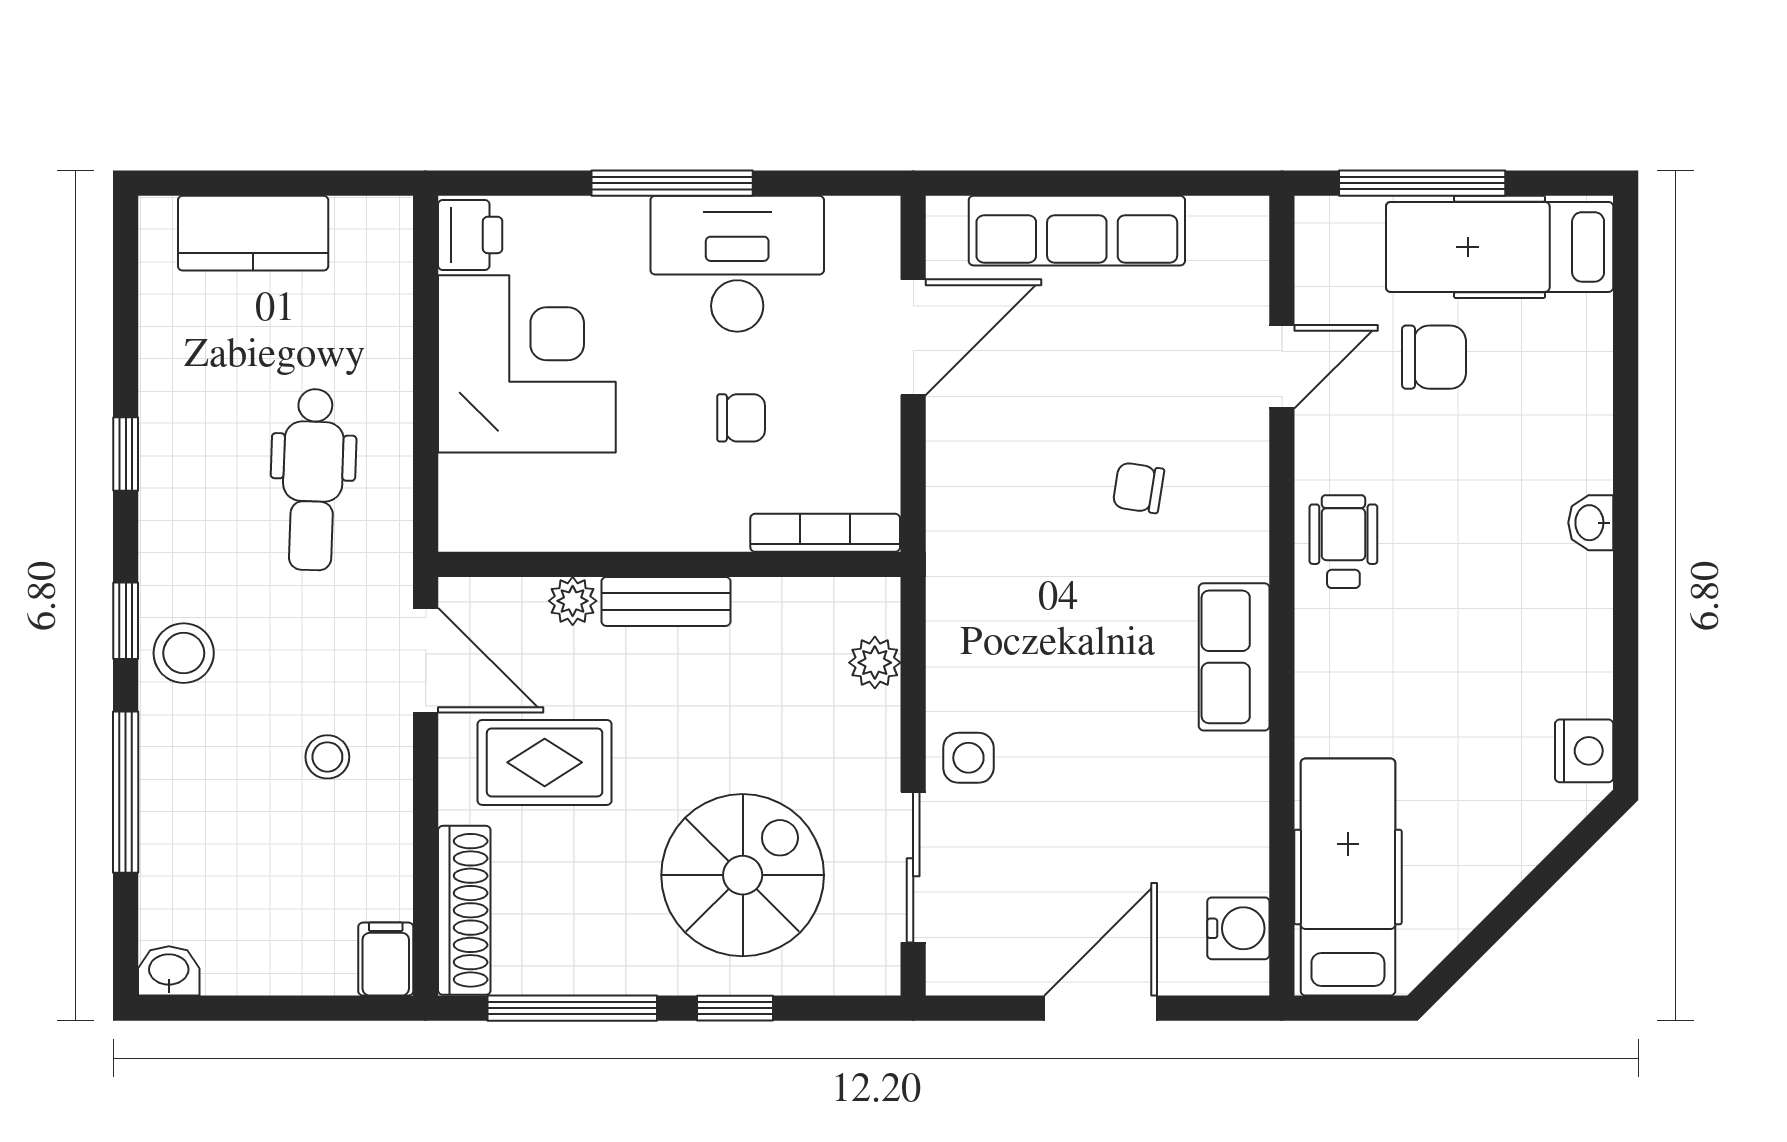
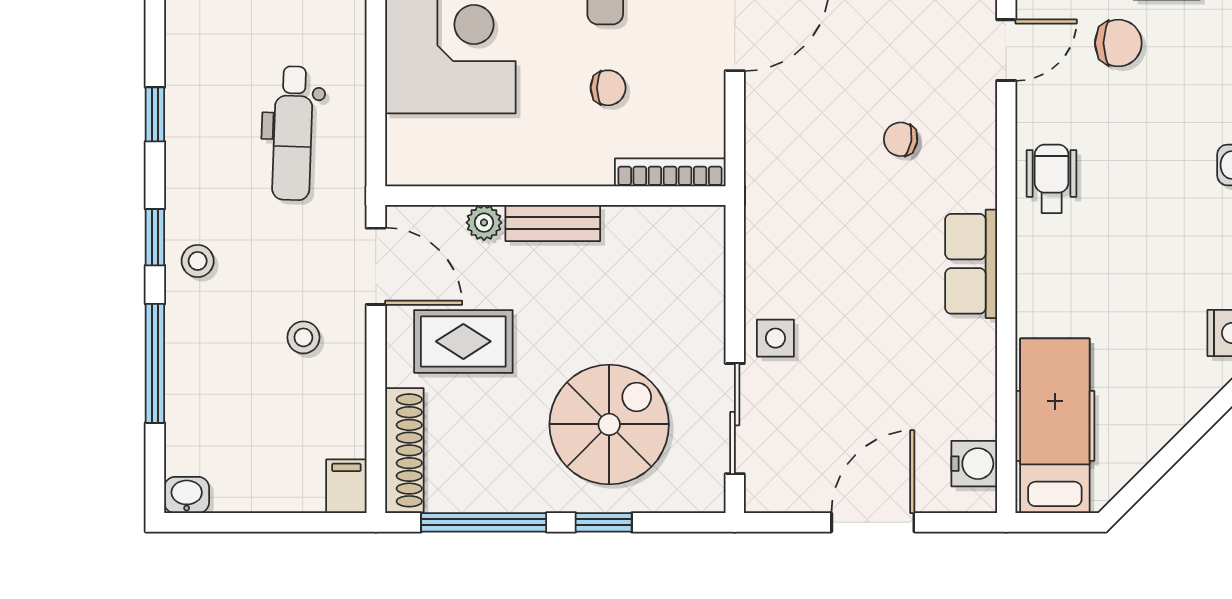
stool: (184, 653) -> (198, 261), width x0.73, depth x0.73
plant: (875, 663) -> (706, 268), removed

